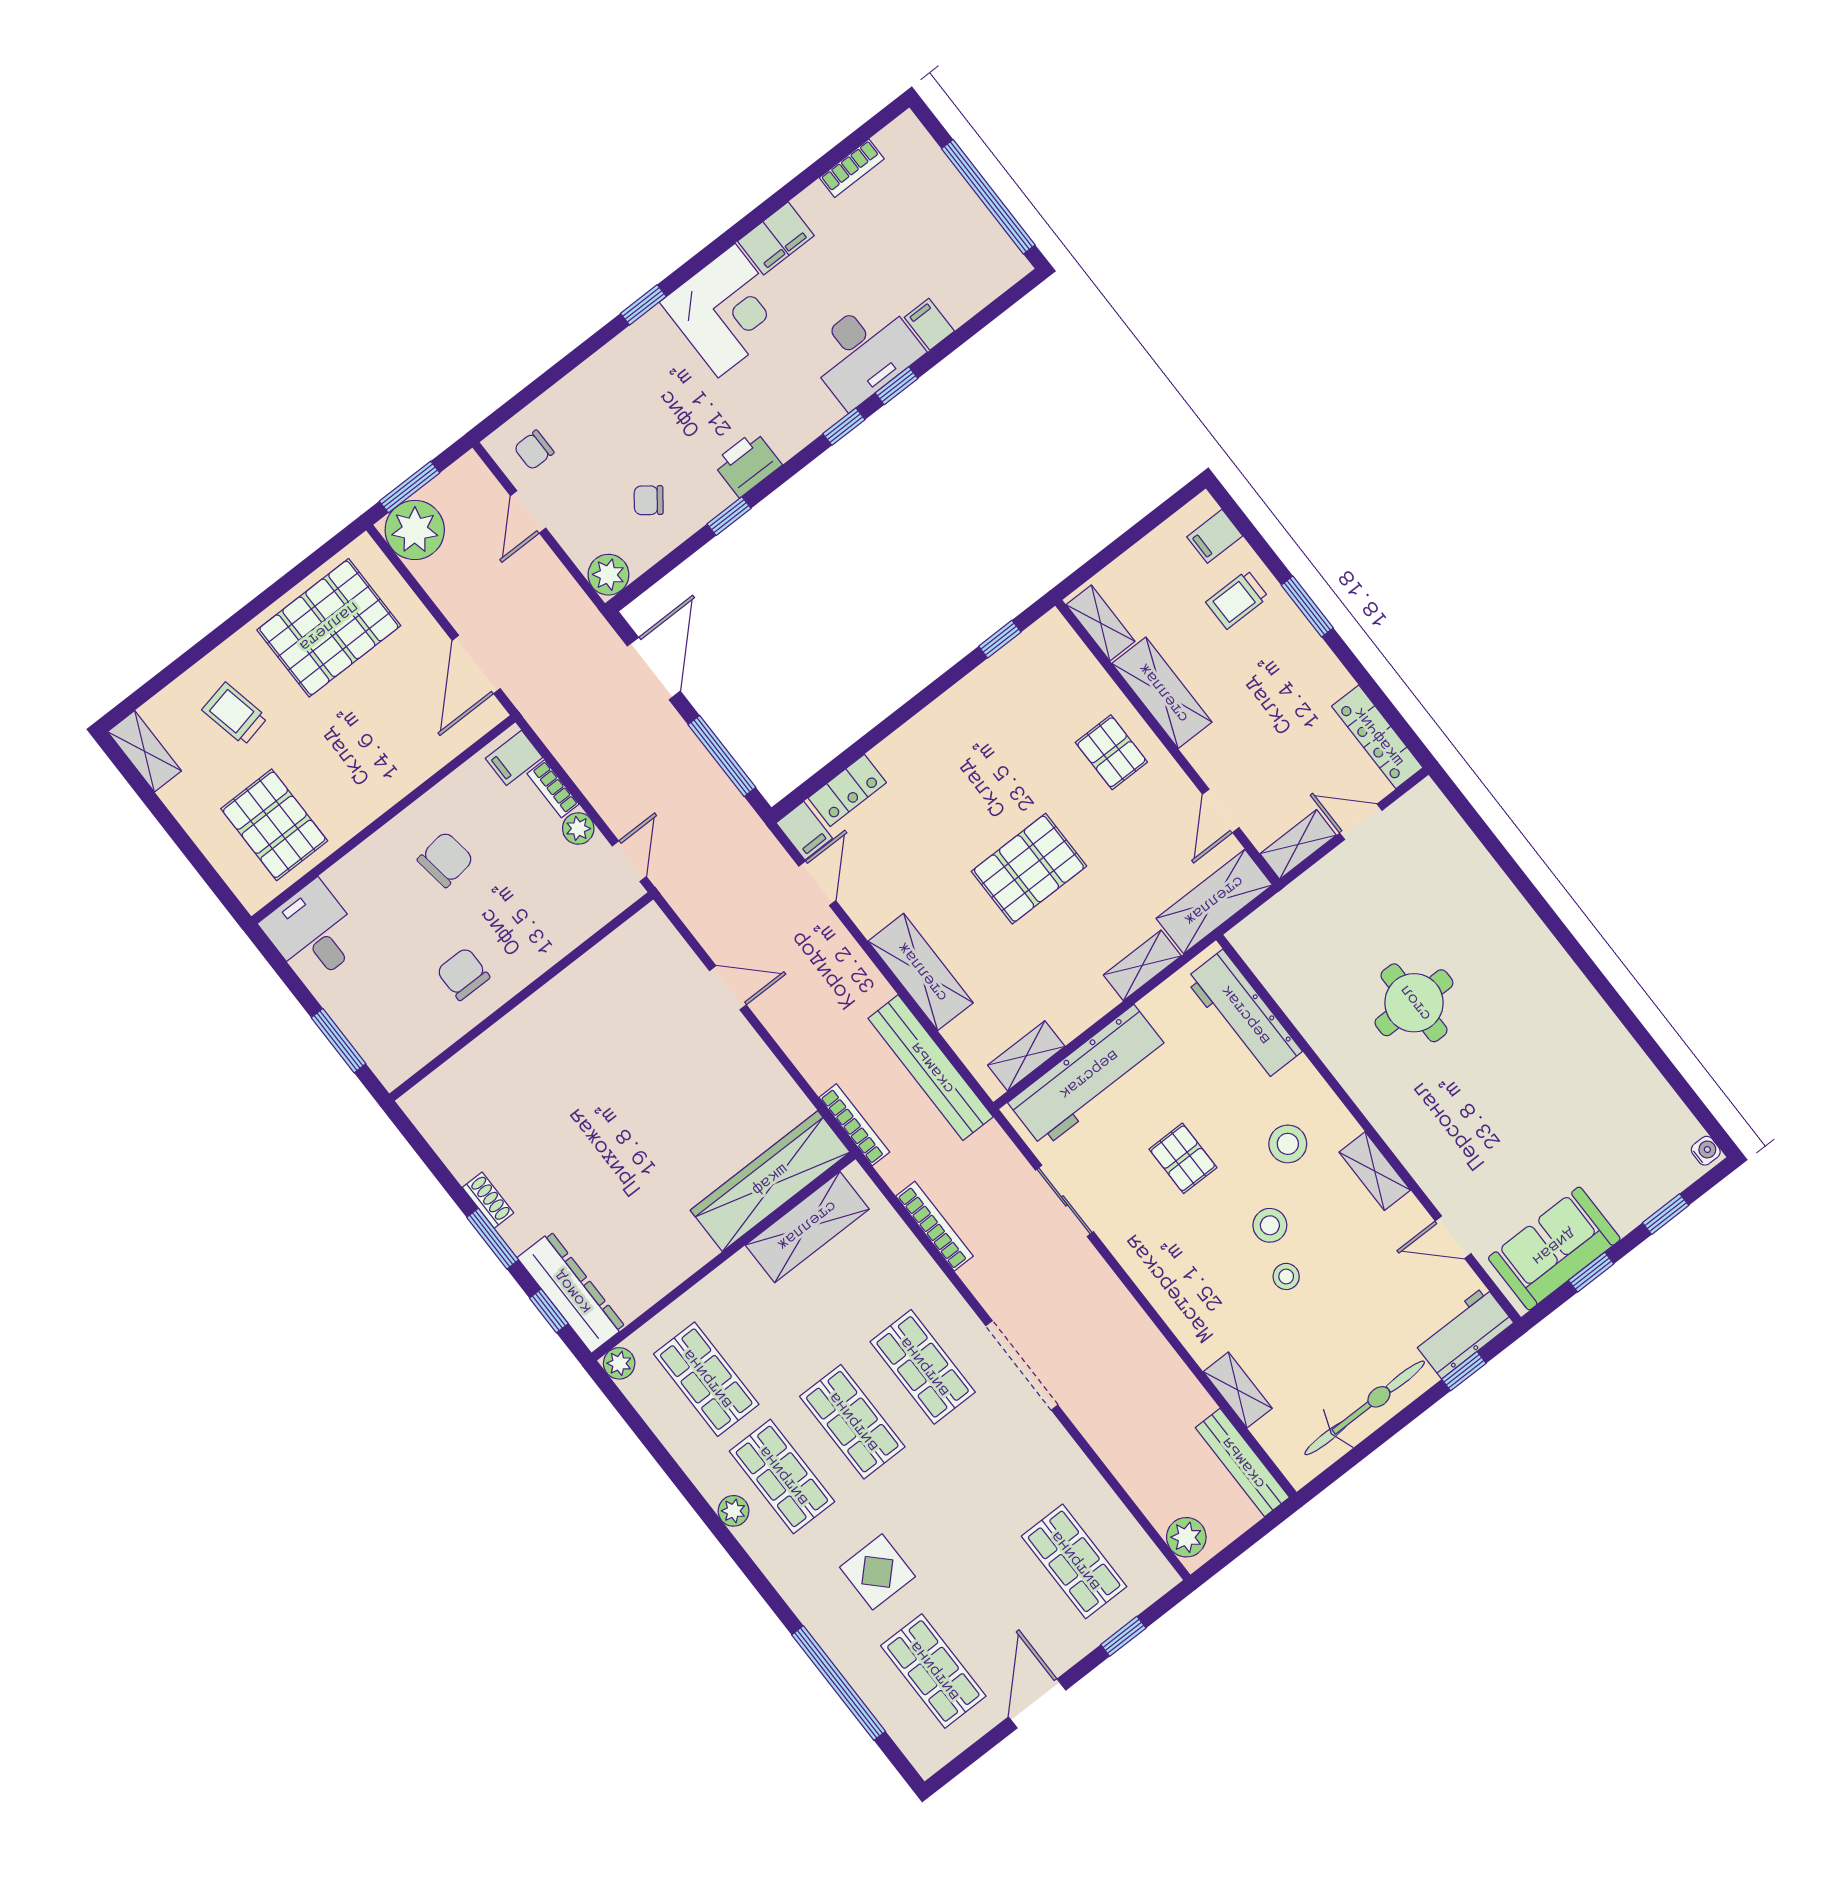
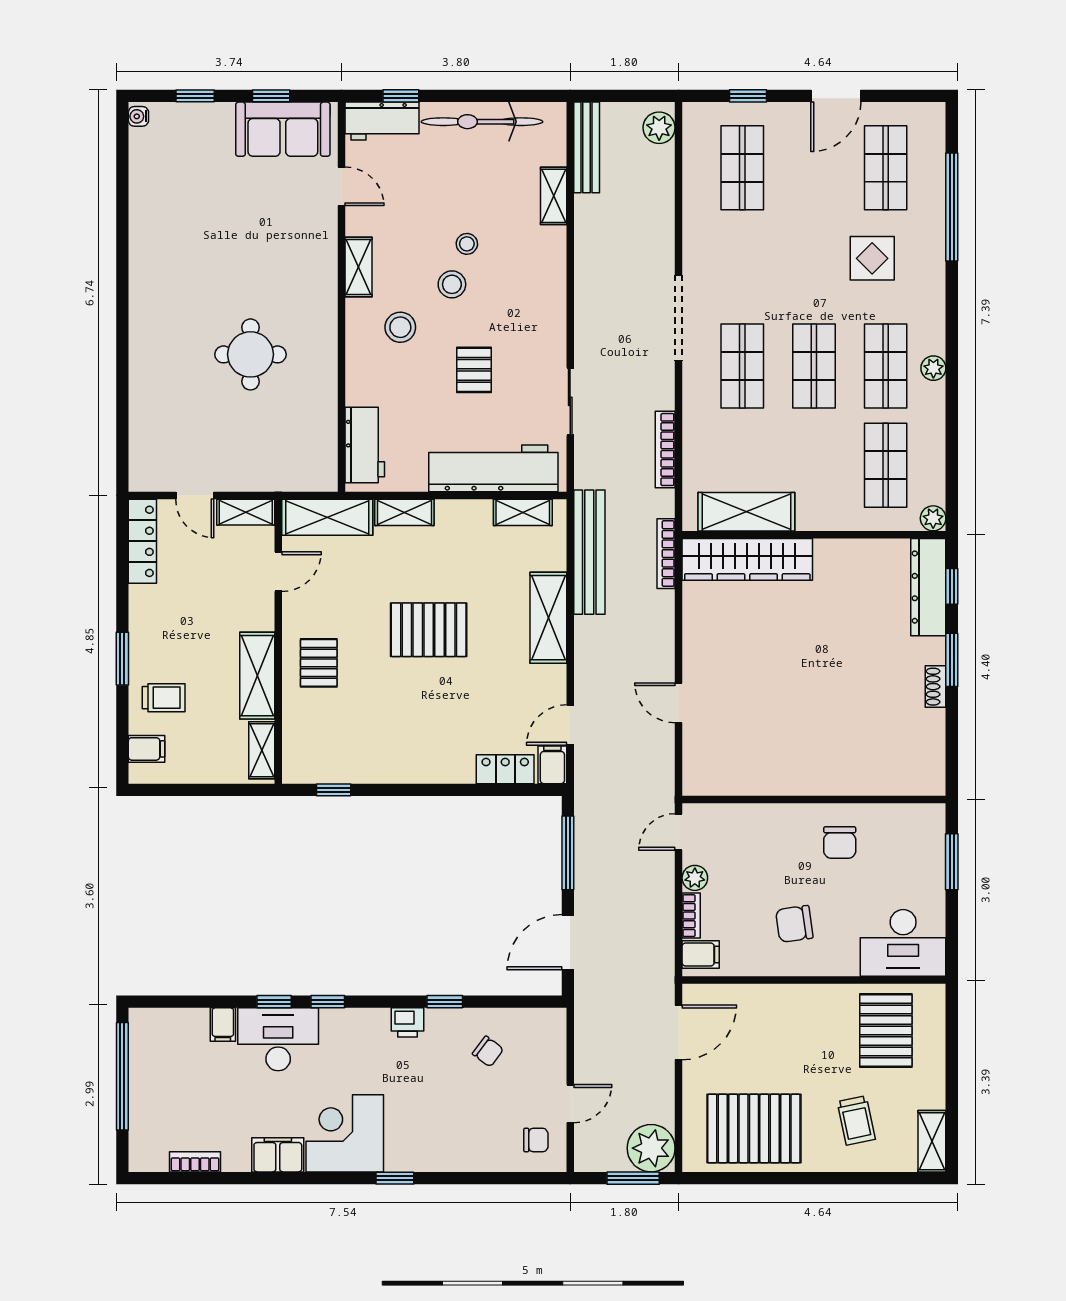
printer: (747, 464) -> (407, 1022), width x0.73, depth x0.81
plant: (608, 575) -> (550, 1024), removed
desk: (313, 933) -> (903, 943), width x1.37
workbench: (1244, 1015) -> (365, 445), width x0.73

